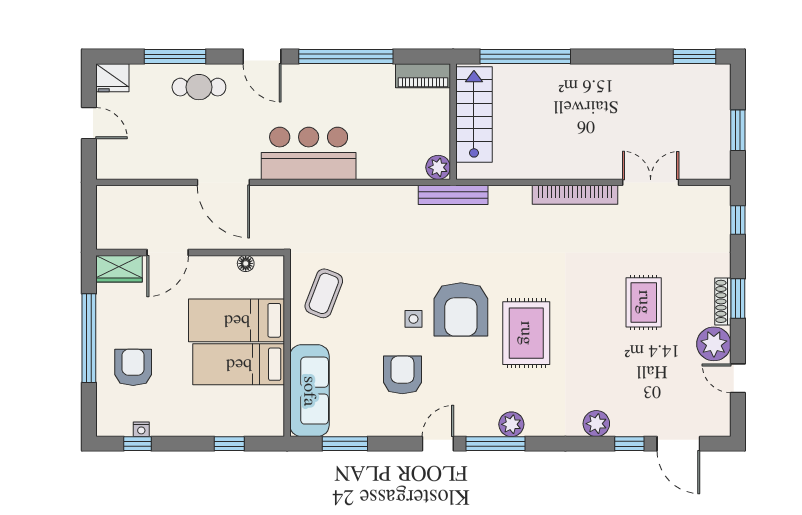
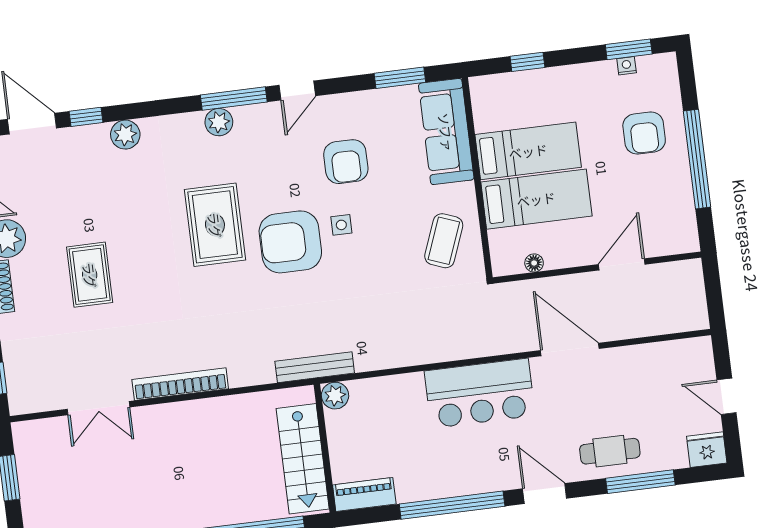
wardrobe: (119, 269) -> (673, 240), removed
armchair: (461, 309) -> (290, 242), turned -90
window: (138, 444) -> (629, 49), width x1.50

